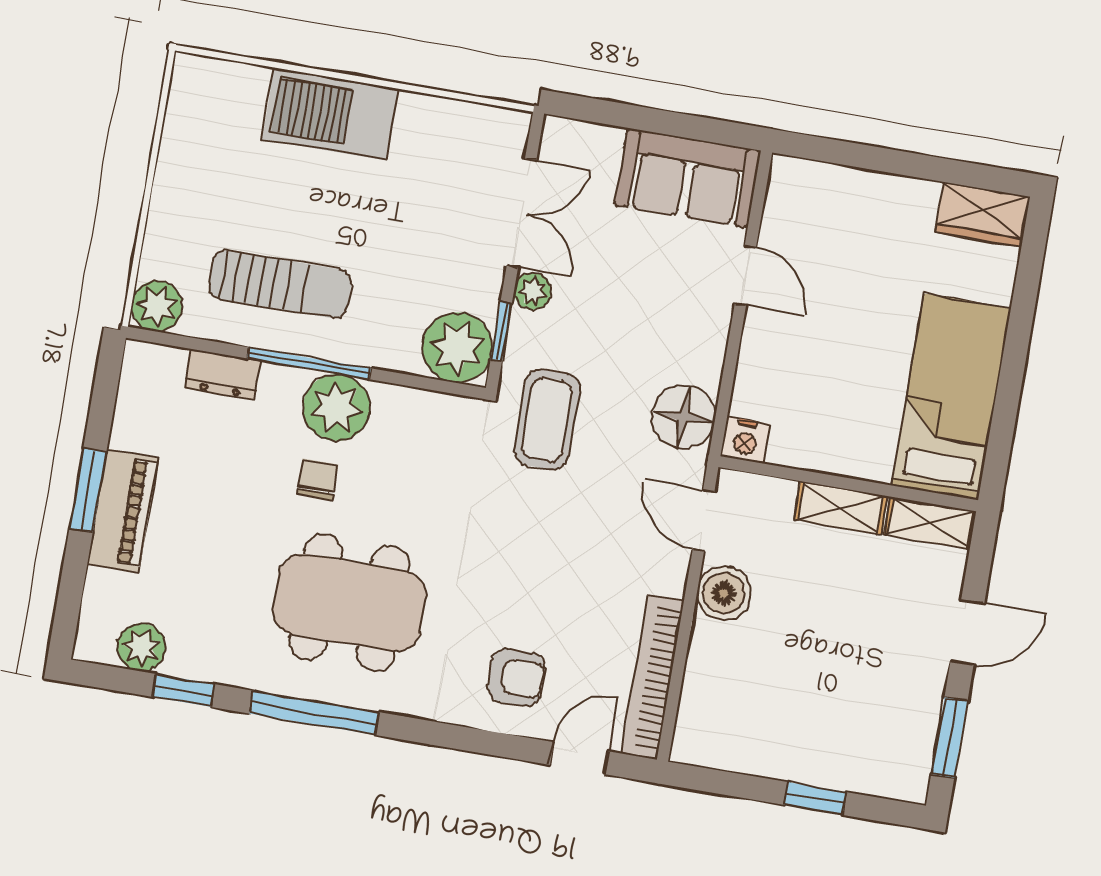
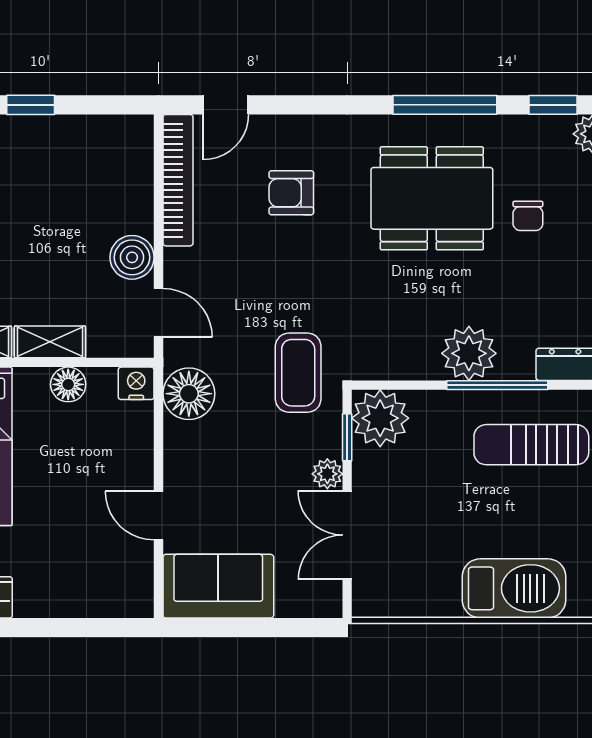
floor lamp: (827, 453) -> (68, 384), added
chair: (317, 479) -> (528, 216), moved
armchair: (516, 678) -> (291, 193), moved

